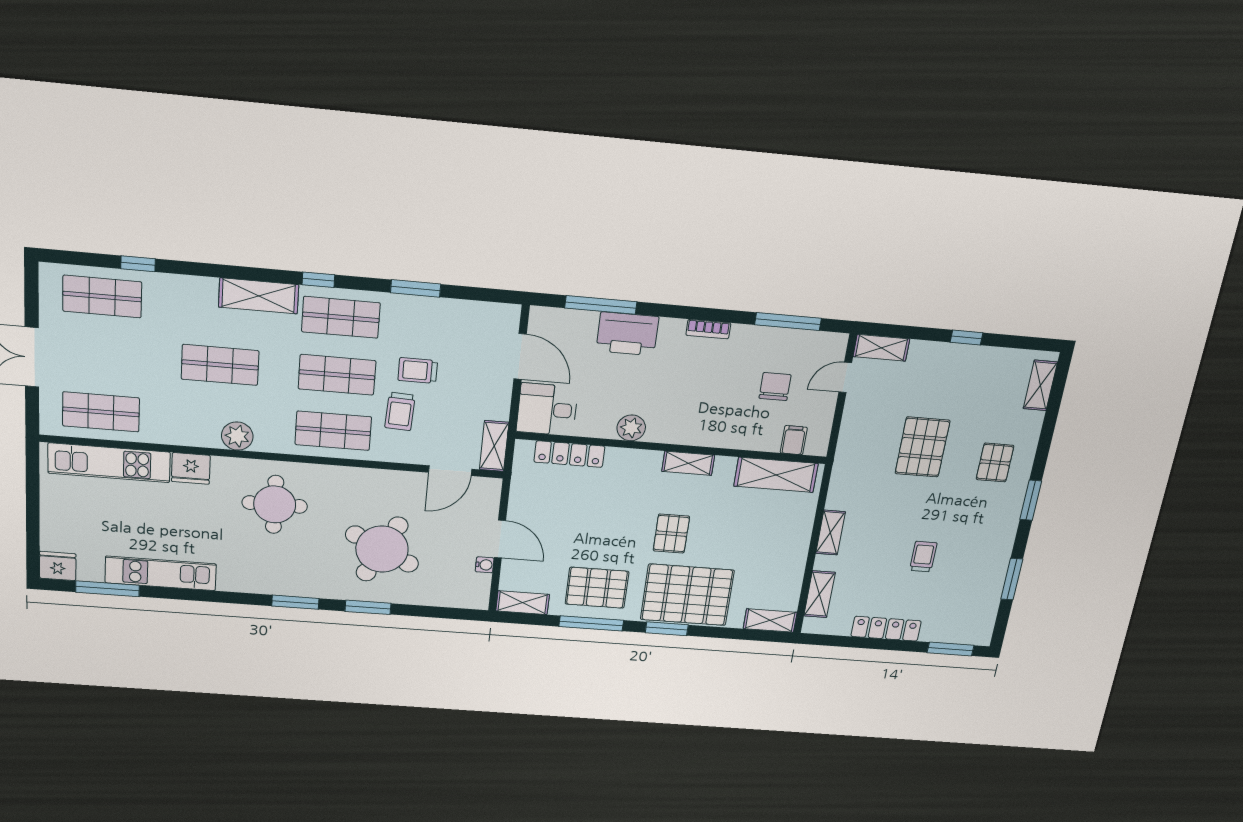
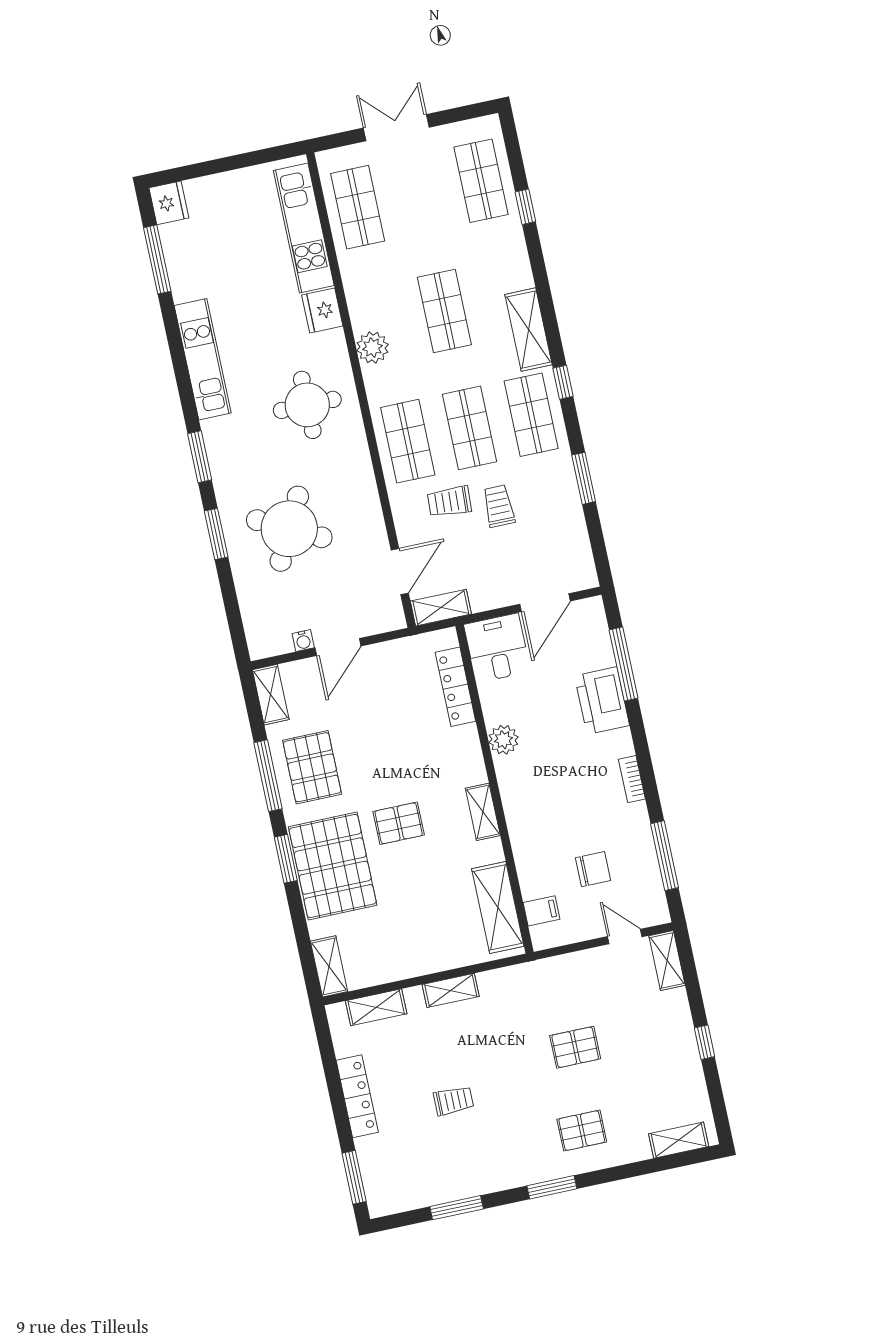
pallet: (922, 447) -> (575, 1047), width x0.67, depth x0.71
door: (450, 471) -> (400, 572), swing flipped
kitchen unit: (161, 573) -> (203, 359), moved

